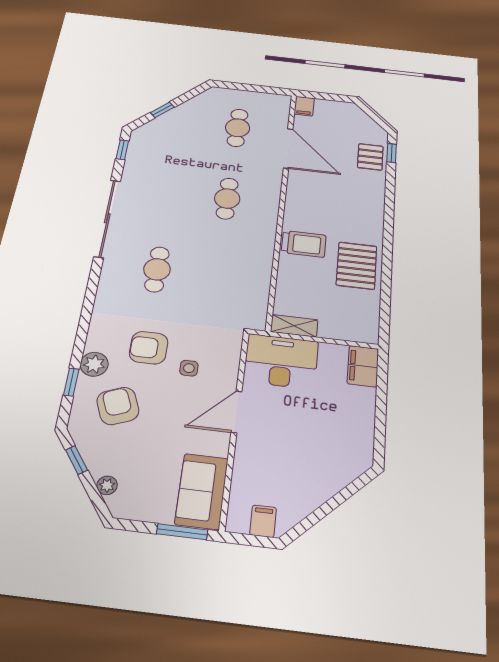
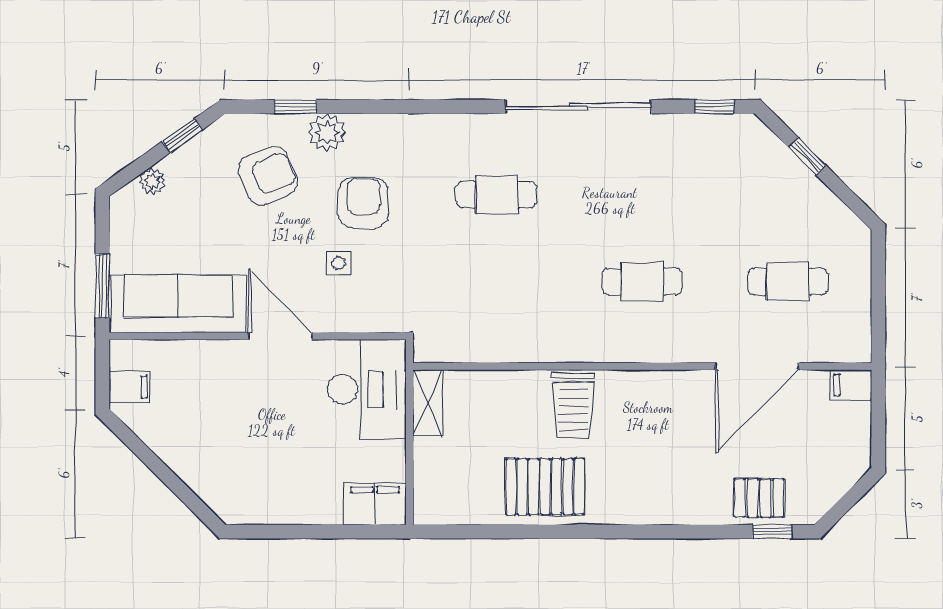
sofa: (202, 491) -> (178, 304), width x1.36

